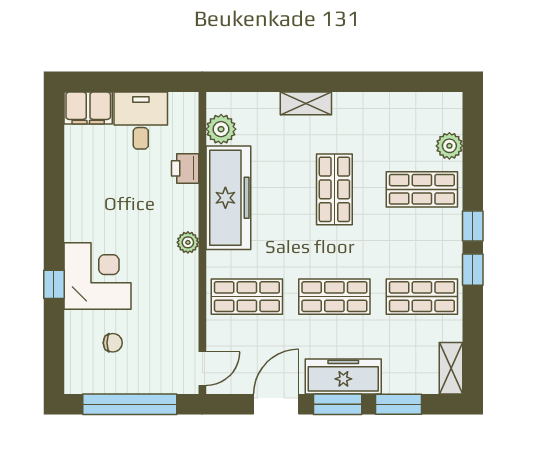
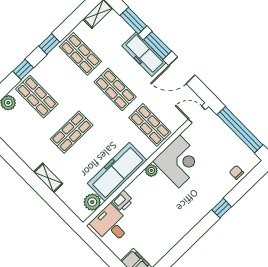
desk: (141, 121) -> (111, 224), moved, turned 90
window: (473, 226) -> (23, 70), moved
corner desk: (97, 276) -> (179, 161), moved, turned 180
chair: (113, 343) -> (236, 172), moved

